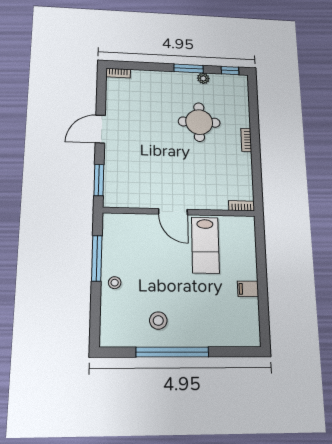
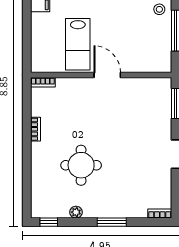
window: (189, 68) -> (112, 222), moved
bookcase: (246, 140) -> (36, 129), moved
lab bench: (205, 245) -> (78, 44), turned 180

